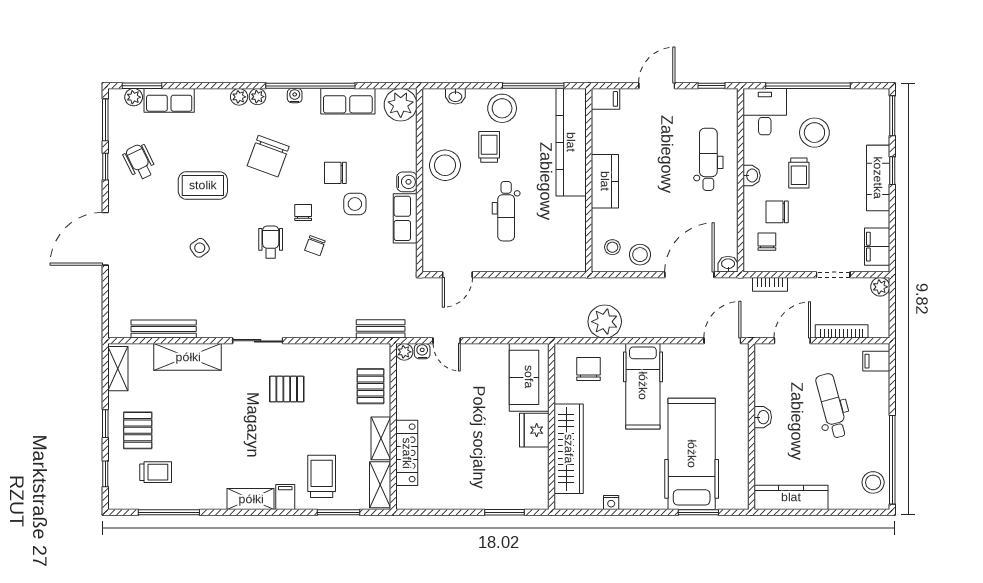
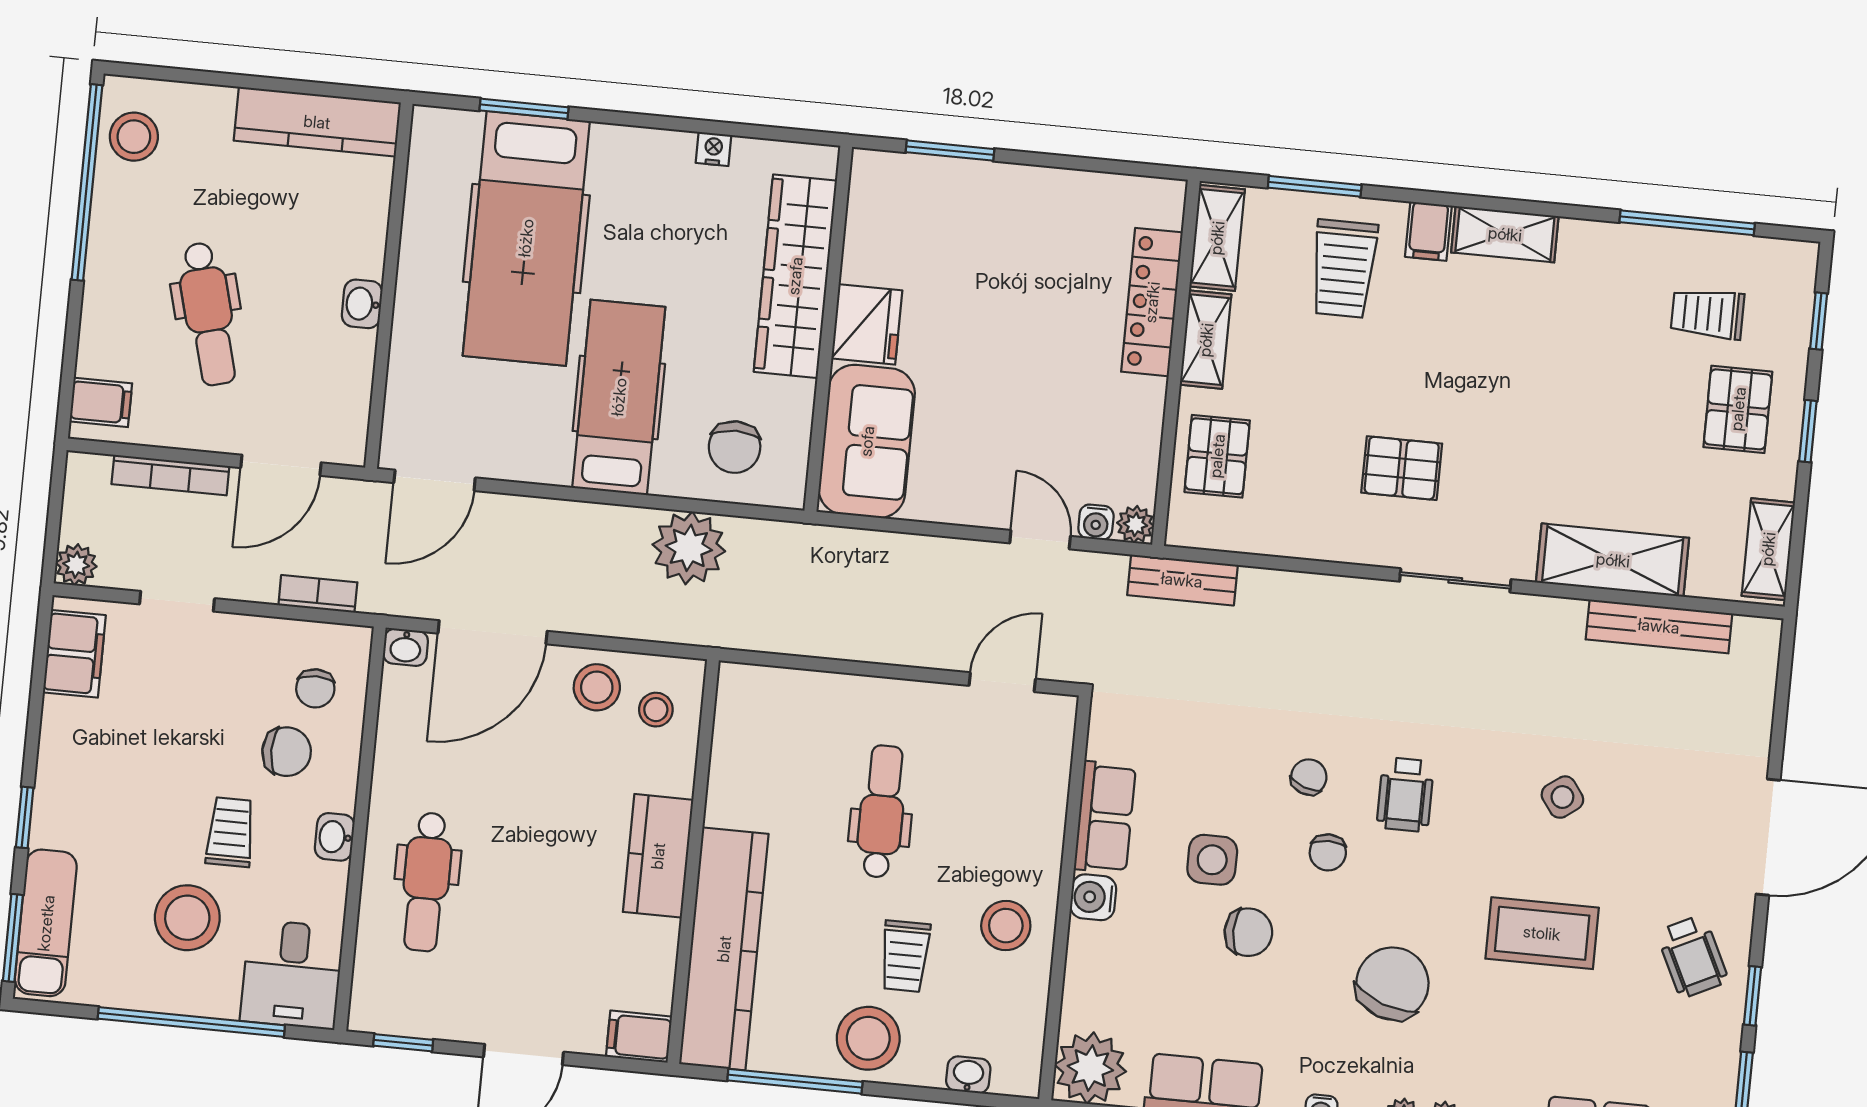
wheelchair: (139, 162) -> (1692, 956), moved
stool: (445, 165) -> (1006, 926), width x0.73, depth x0.73
exam couch: (878, 178) -> (46, 923), moved

